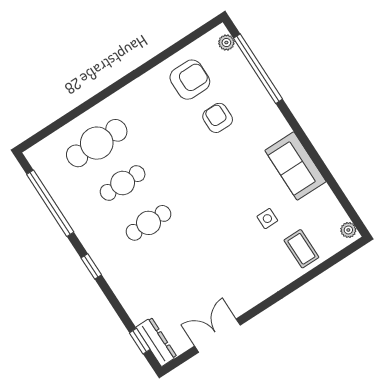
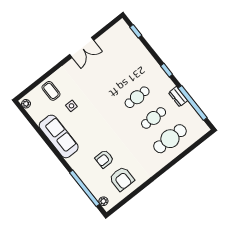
armchair: (190, 80) -> (122, 179), turned -90
armchair: (218, 118) -> (104, 159), turned 90
sofa: (295, 166) -> (59, 136), width x1.36
double door: (217, 336) -> (82, 47), moved
dresser: (156, 342) -> (178, 97), moved, width x0.70

